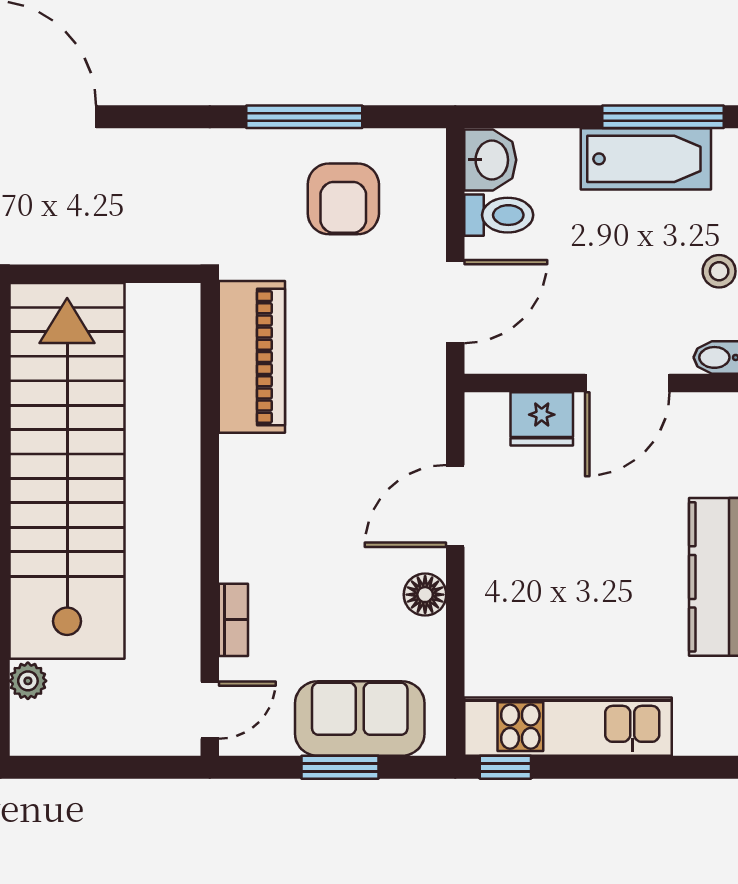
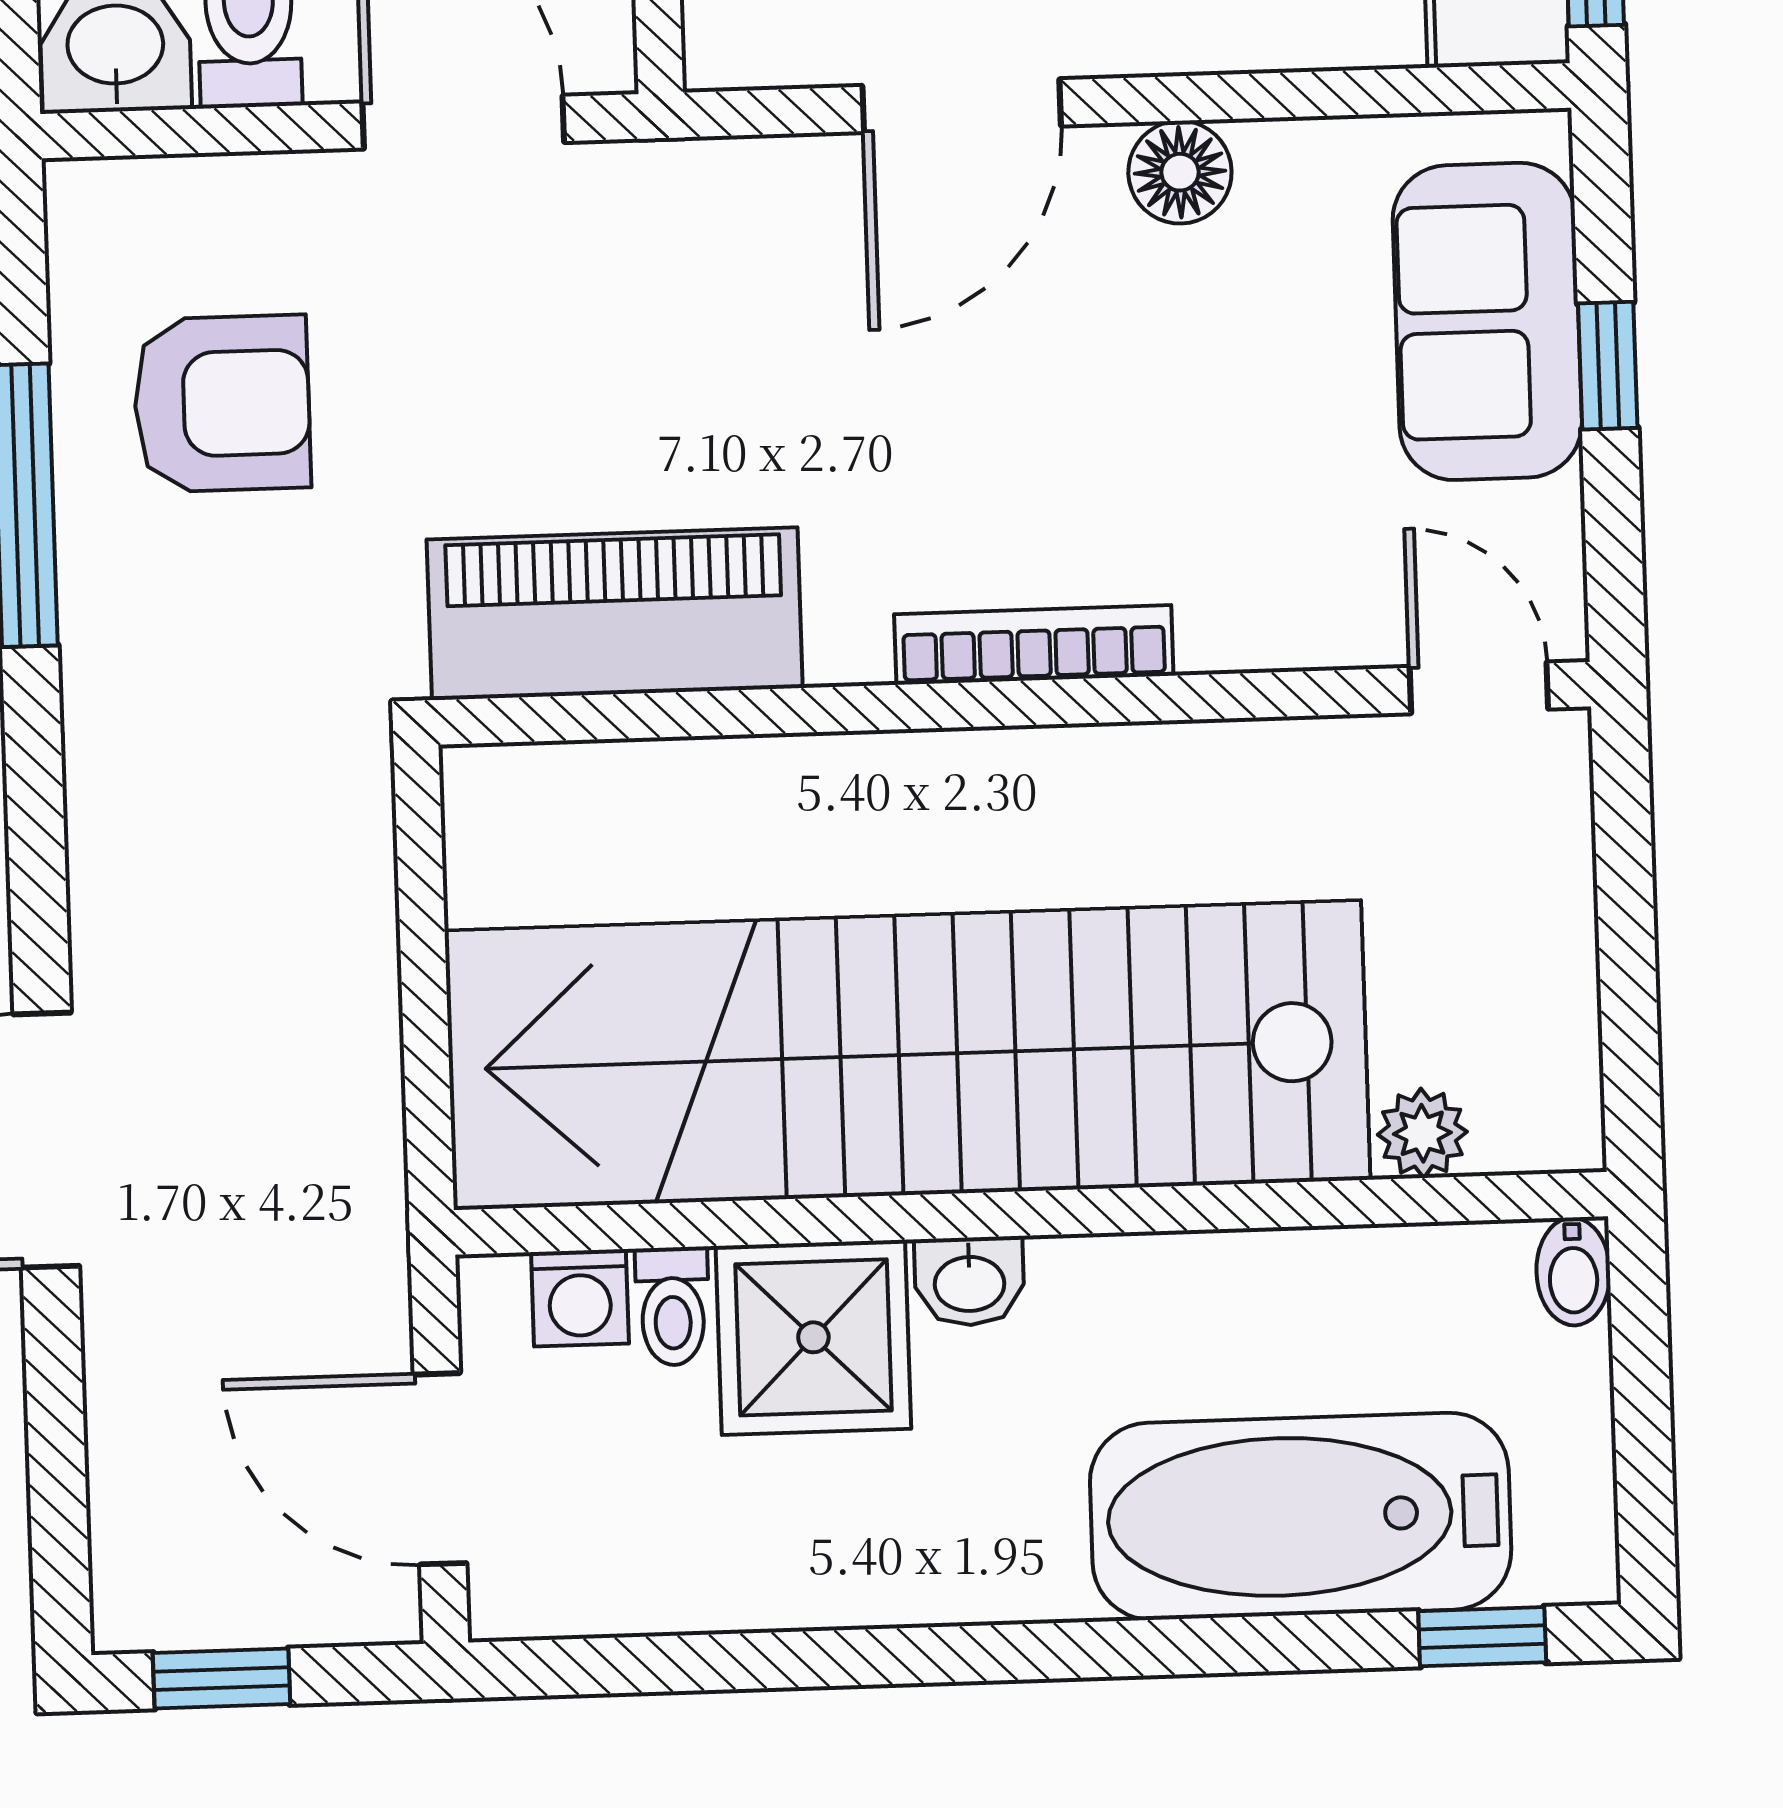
door: (455, 506) -> (962, 106), hinge flipped
bookcase: (233, 620) -> (1034, 645), moved, width x1.56
window: (340, 767) -> (1608, 366), width x0.67

